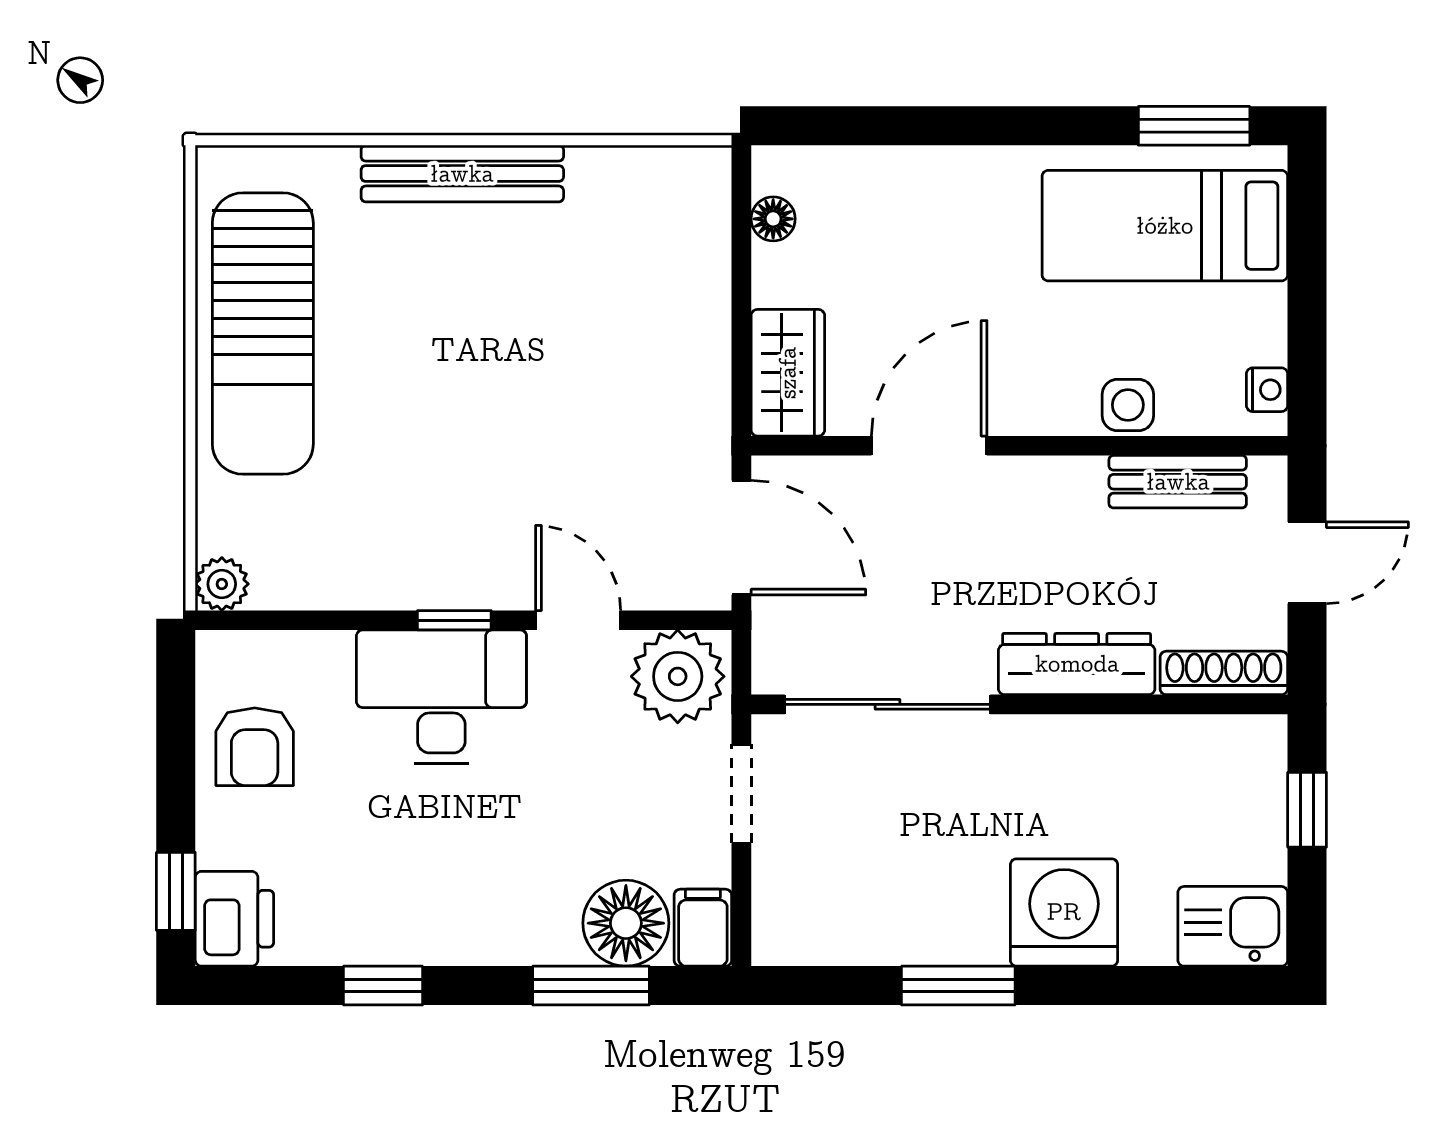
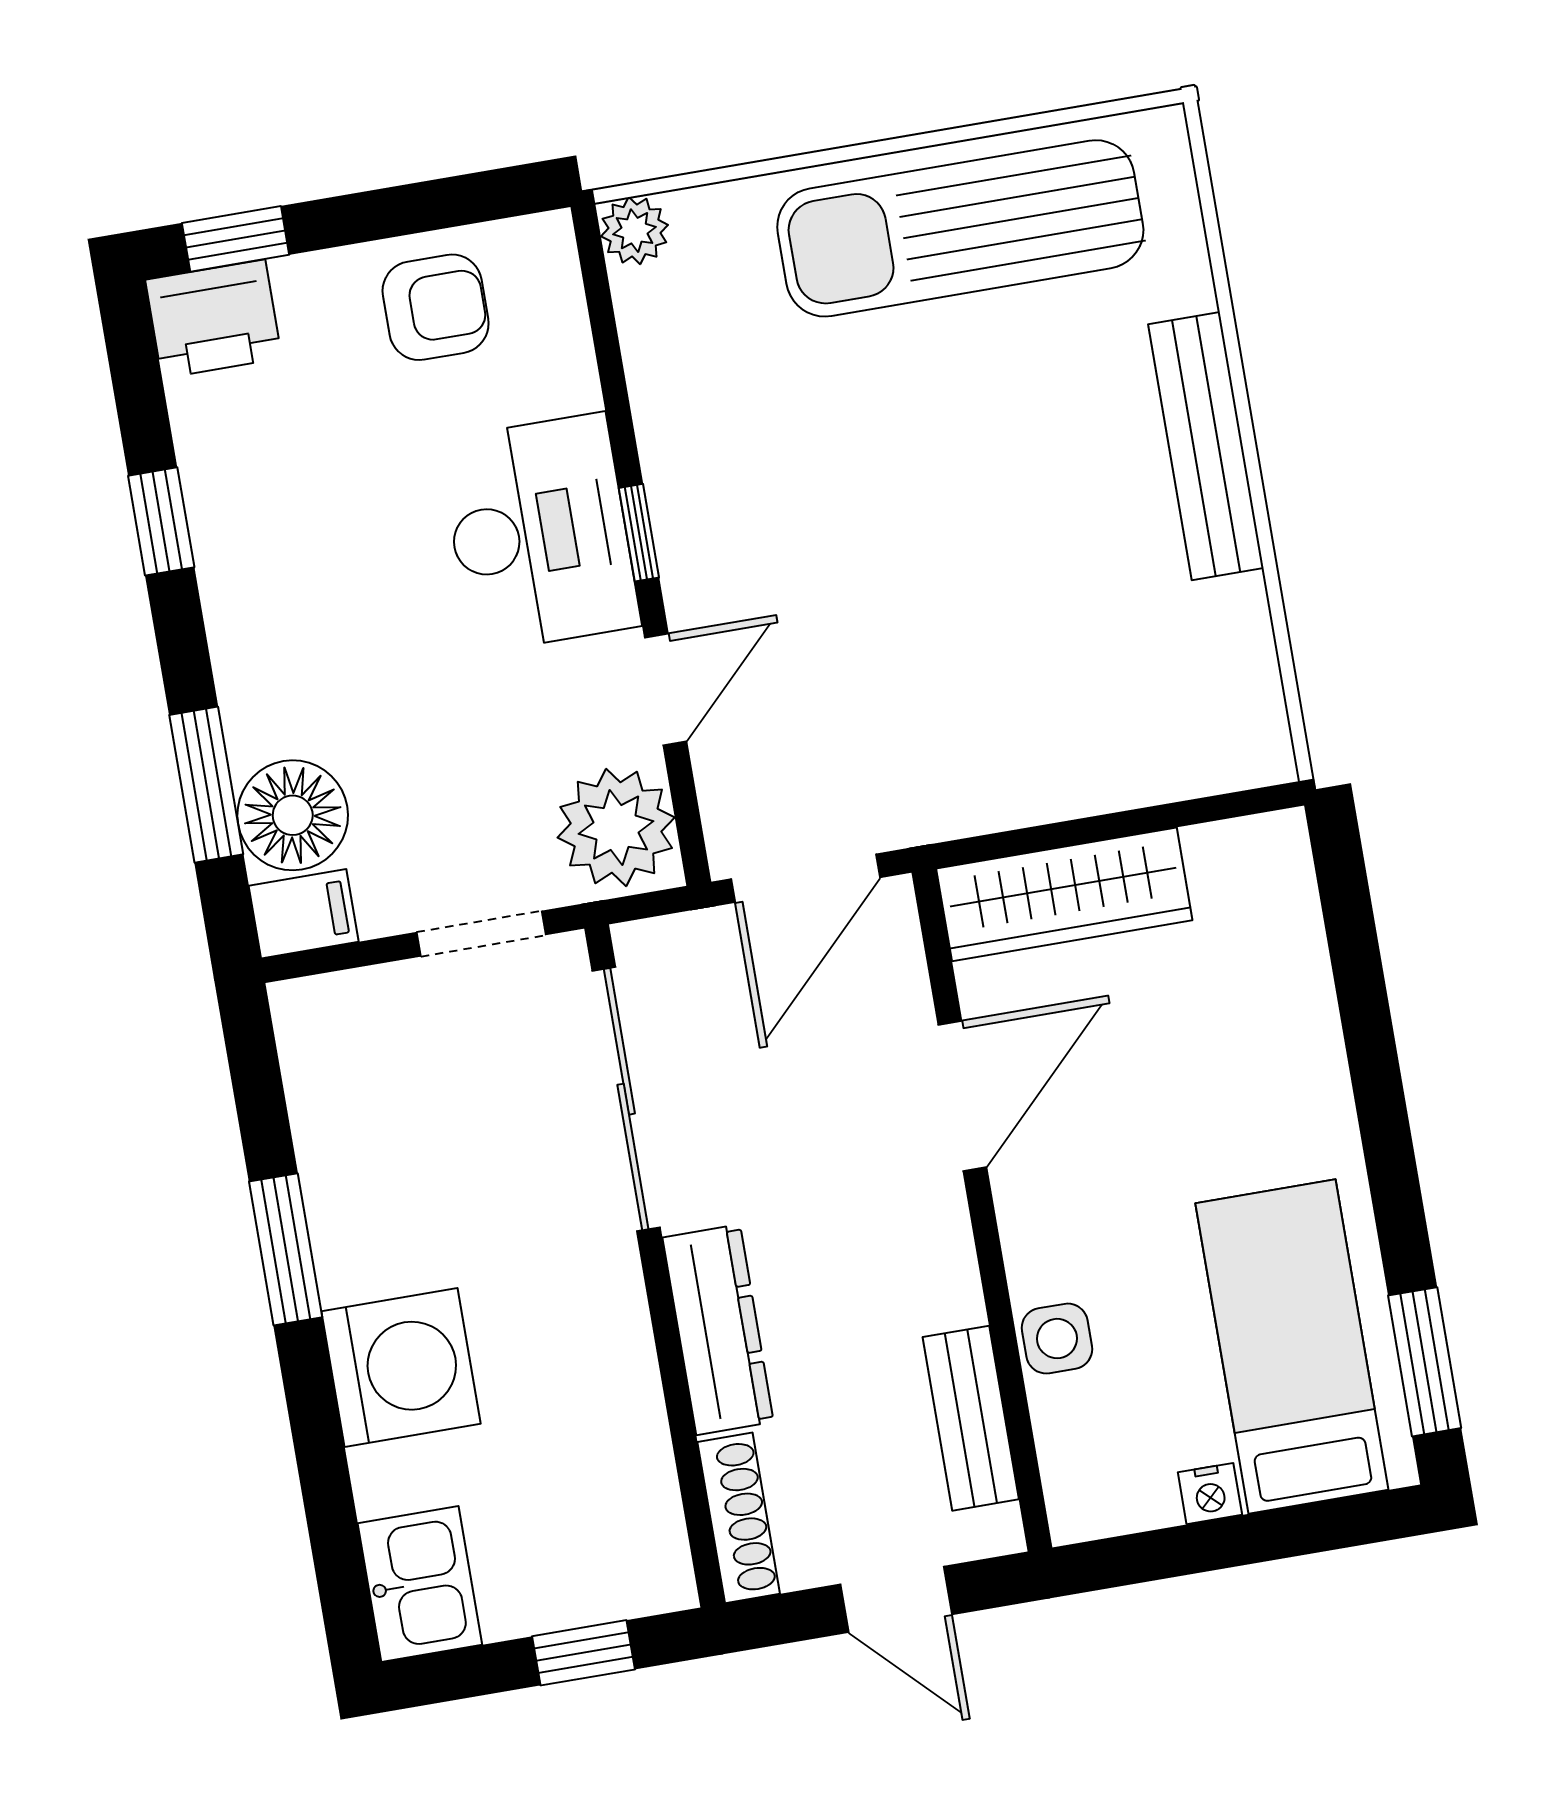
floor lamp: (773, 219) -> (1216, 849), removed
wardrobe: (788, 373) -> (1064, 894), width x1.50
nightstand: (1267, 390) -> (1210, 1494), moved
door: (929, 446) -> (962, 1096), hinge flipped
armchair: (255, 747) -> (436, 307), turned 180

